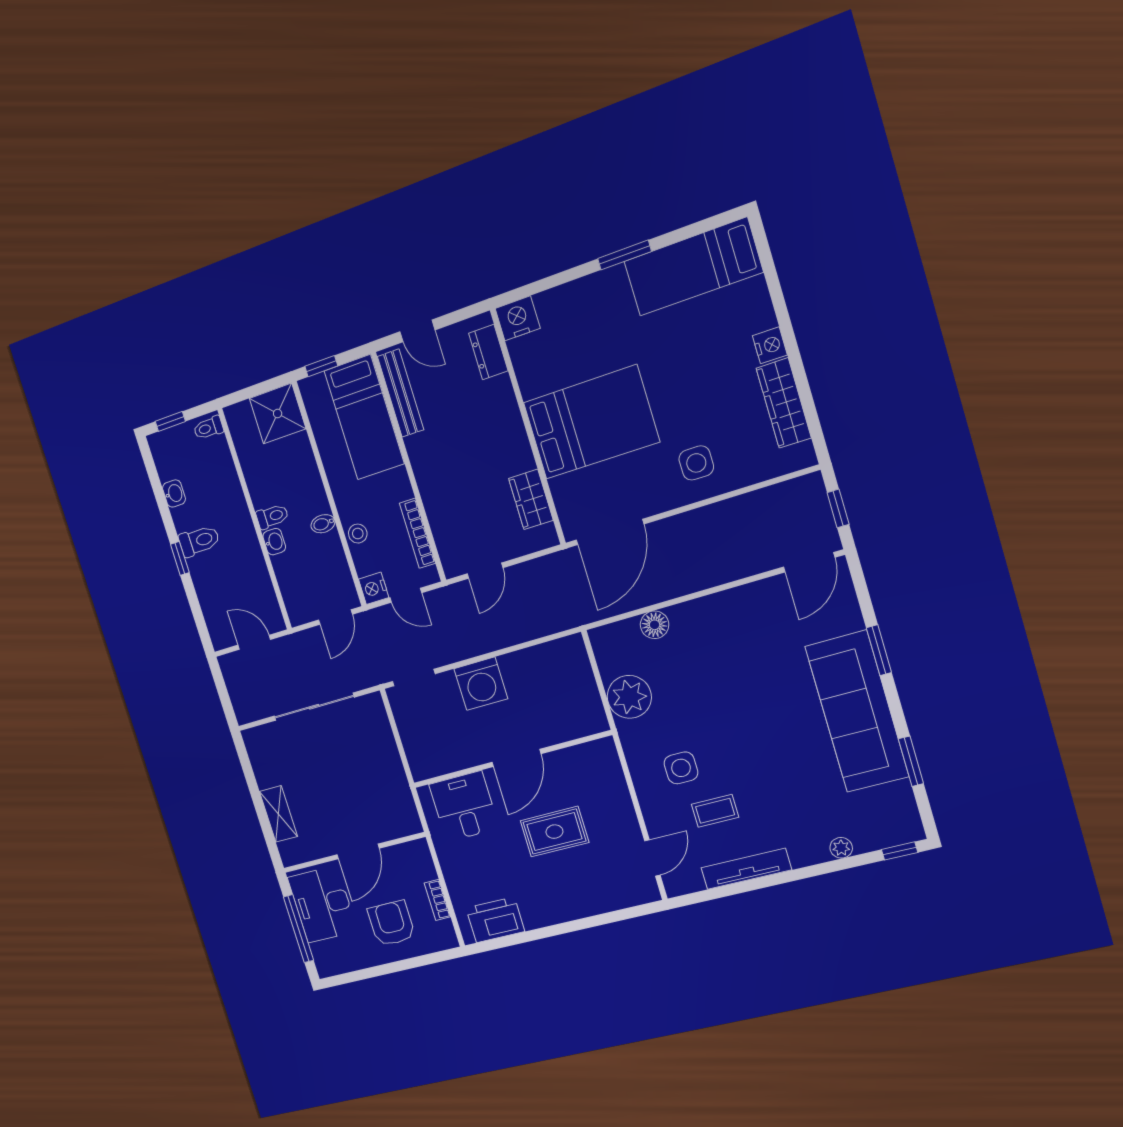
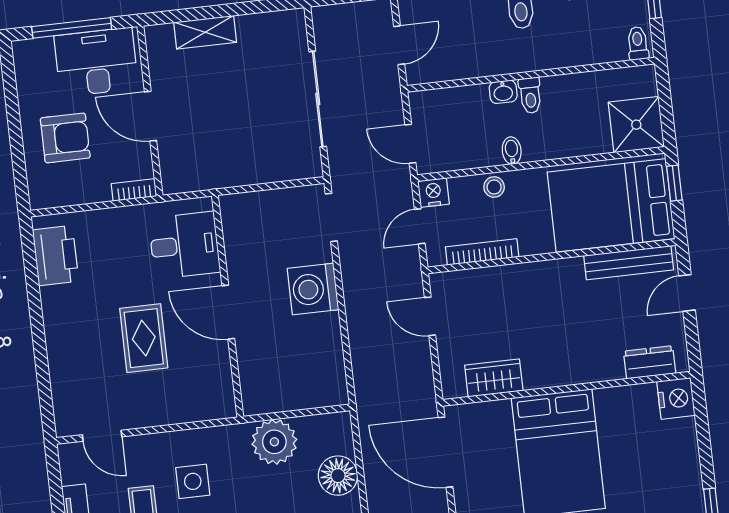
bed: (364, 417) -> (611, 205), width x1.50
floor lamp: (655, 625) -> (338, 476), width x1.38, depth x1.38
bookcase: (437, 900) -> (134, 190), moved

